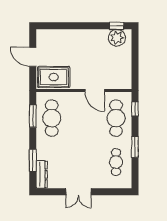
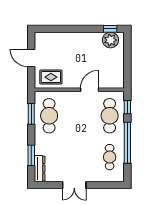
rug: (54, 77) -> (51, 77), width x0.73, depth x0.70
door: (95, 91) -> (90, 90), swing flipped
window: (135, 147) -> (127, 143), width x2.11

